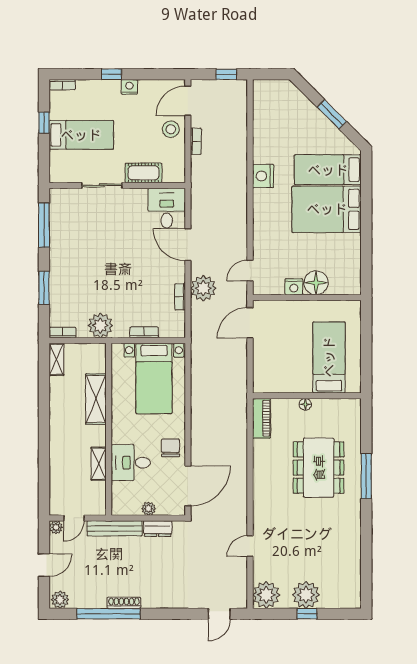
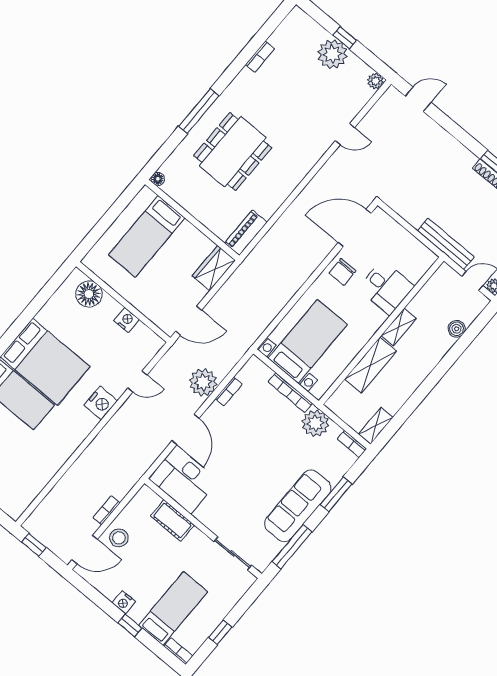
bed: (81, 135) -> (173, 608), moved, turned 90
nightstand: (263, 176) -> (101, 403), moved
sliding door: (102, 185) -> (233, 553), moved
desk: (167, 208) -> (183, 480), width x1.37
sofa: (64, 257) -> (298, 506), added
door: (250, 271) -> (138, 381), moved
floor lamp: (316, 283) -> (89, 294), moved
bookcase: (144, 332) -> (290, 392), width x1.56
wardrobe: (263, 375) -> (214, 268), added
floor lamp: (305, 404) -> (158, 179), moved
shelving: (99, 464) -> (399, 327), moved
boiler: (57, 475) -> (457, 329), added
plant: (149, 509) -> (403, 237), removed
dresser: (158, 529) -> (410, 213), removed
bookcase: (355, 550) -> (260, 57), added
plant: (266, 595) -> (375, 81), width x0.53, depth x0.53

